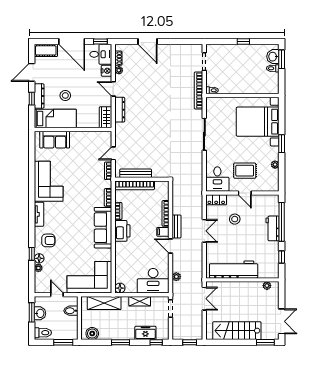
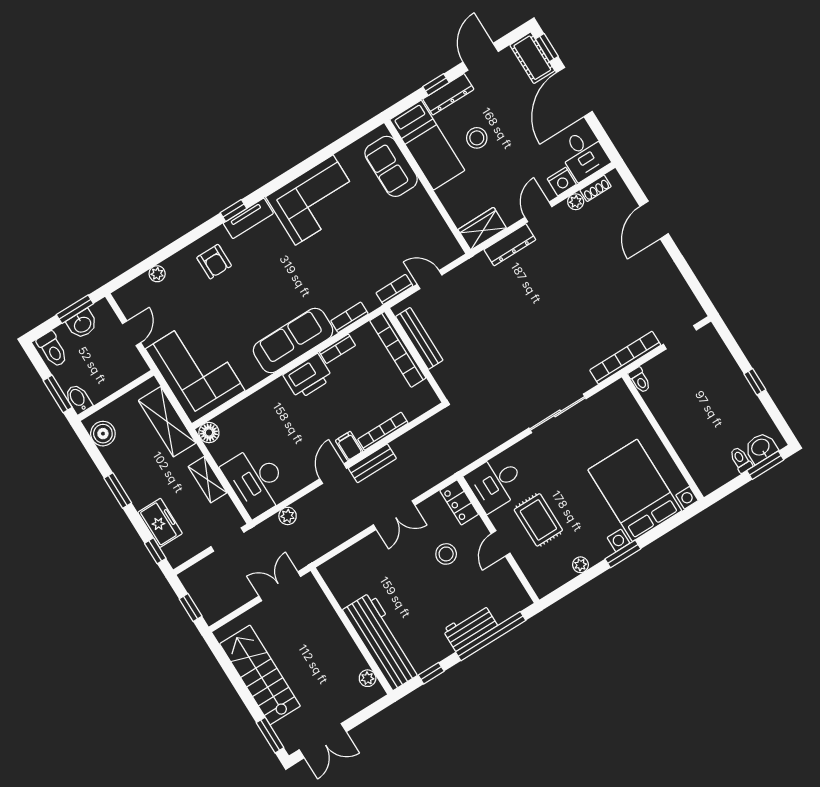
window: (100, 42) -> (547, 48), moved
door: (32, 72) -> (481, 57), hinge flipped
window: (32, 254) -> (234, 211), moved
floor lamp: (39, 258) -> (174, 265), removed
workbench: (234, 270) -> (382, 641), moved
double door: (204, 299) -> (280, 586), swing flipped
bidet: (71, 311) -> (78, 399), moved

